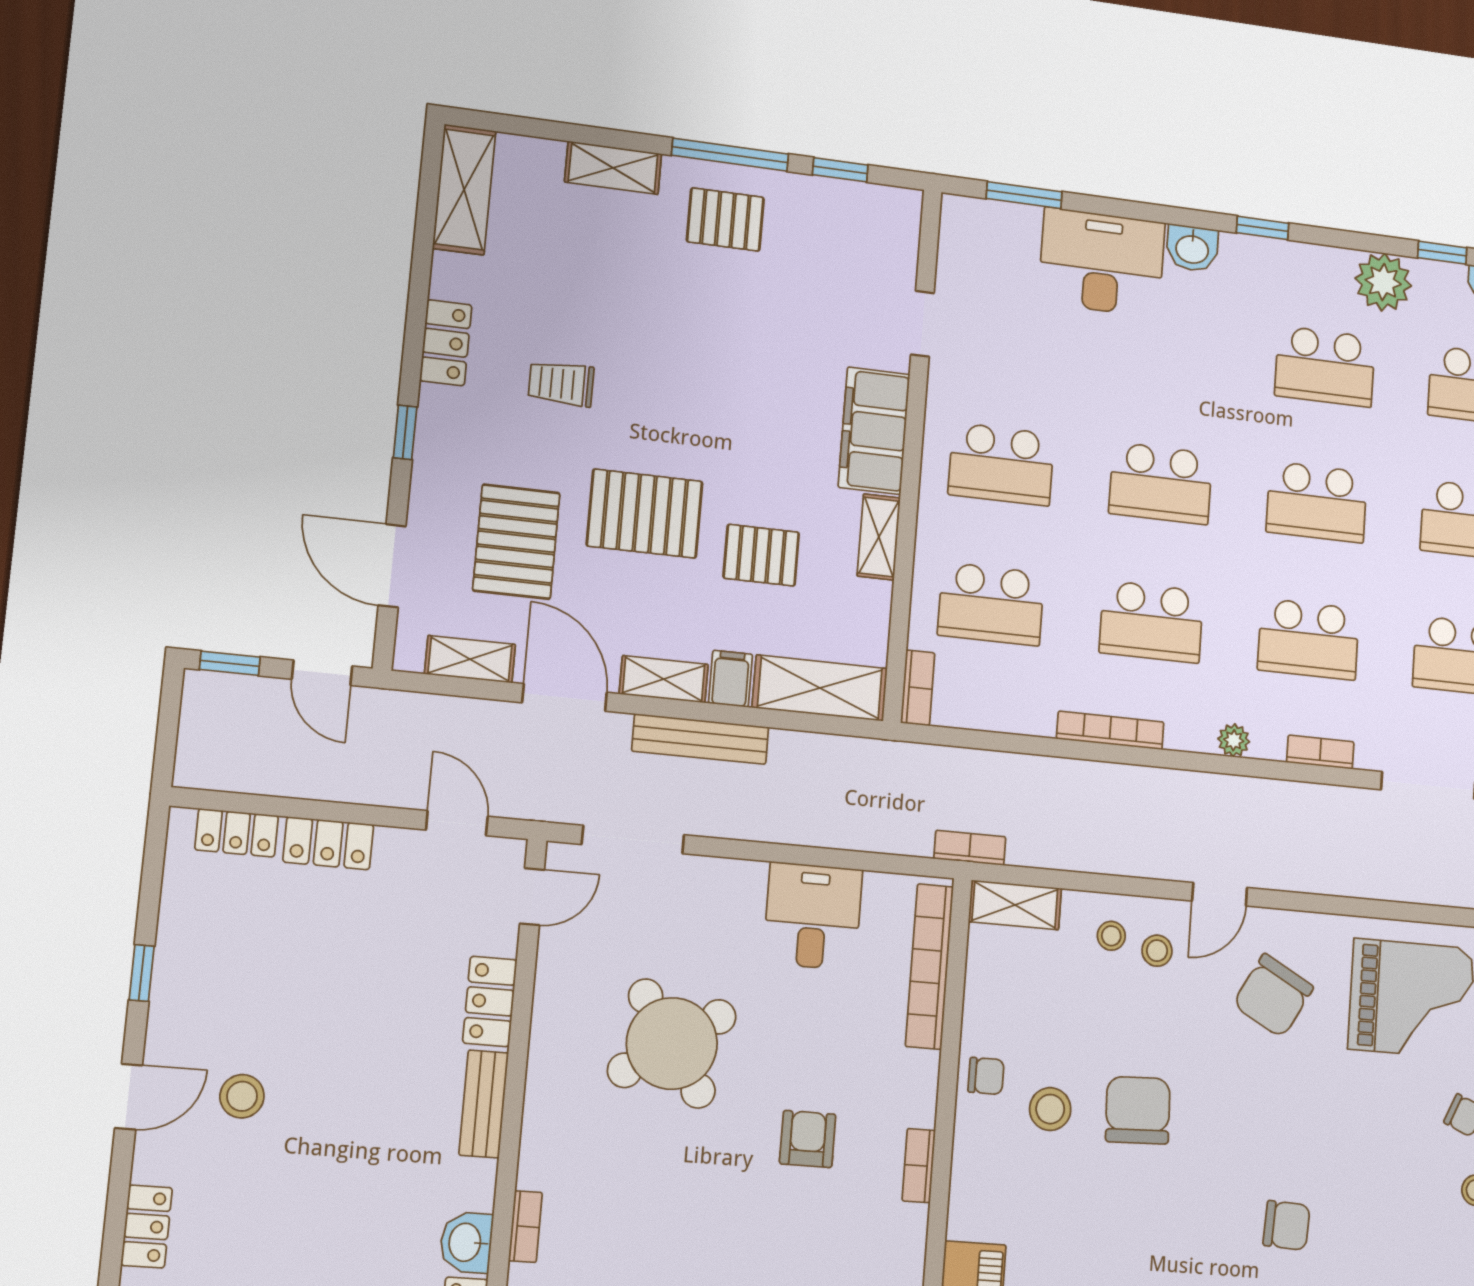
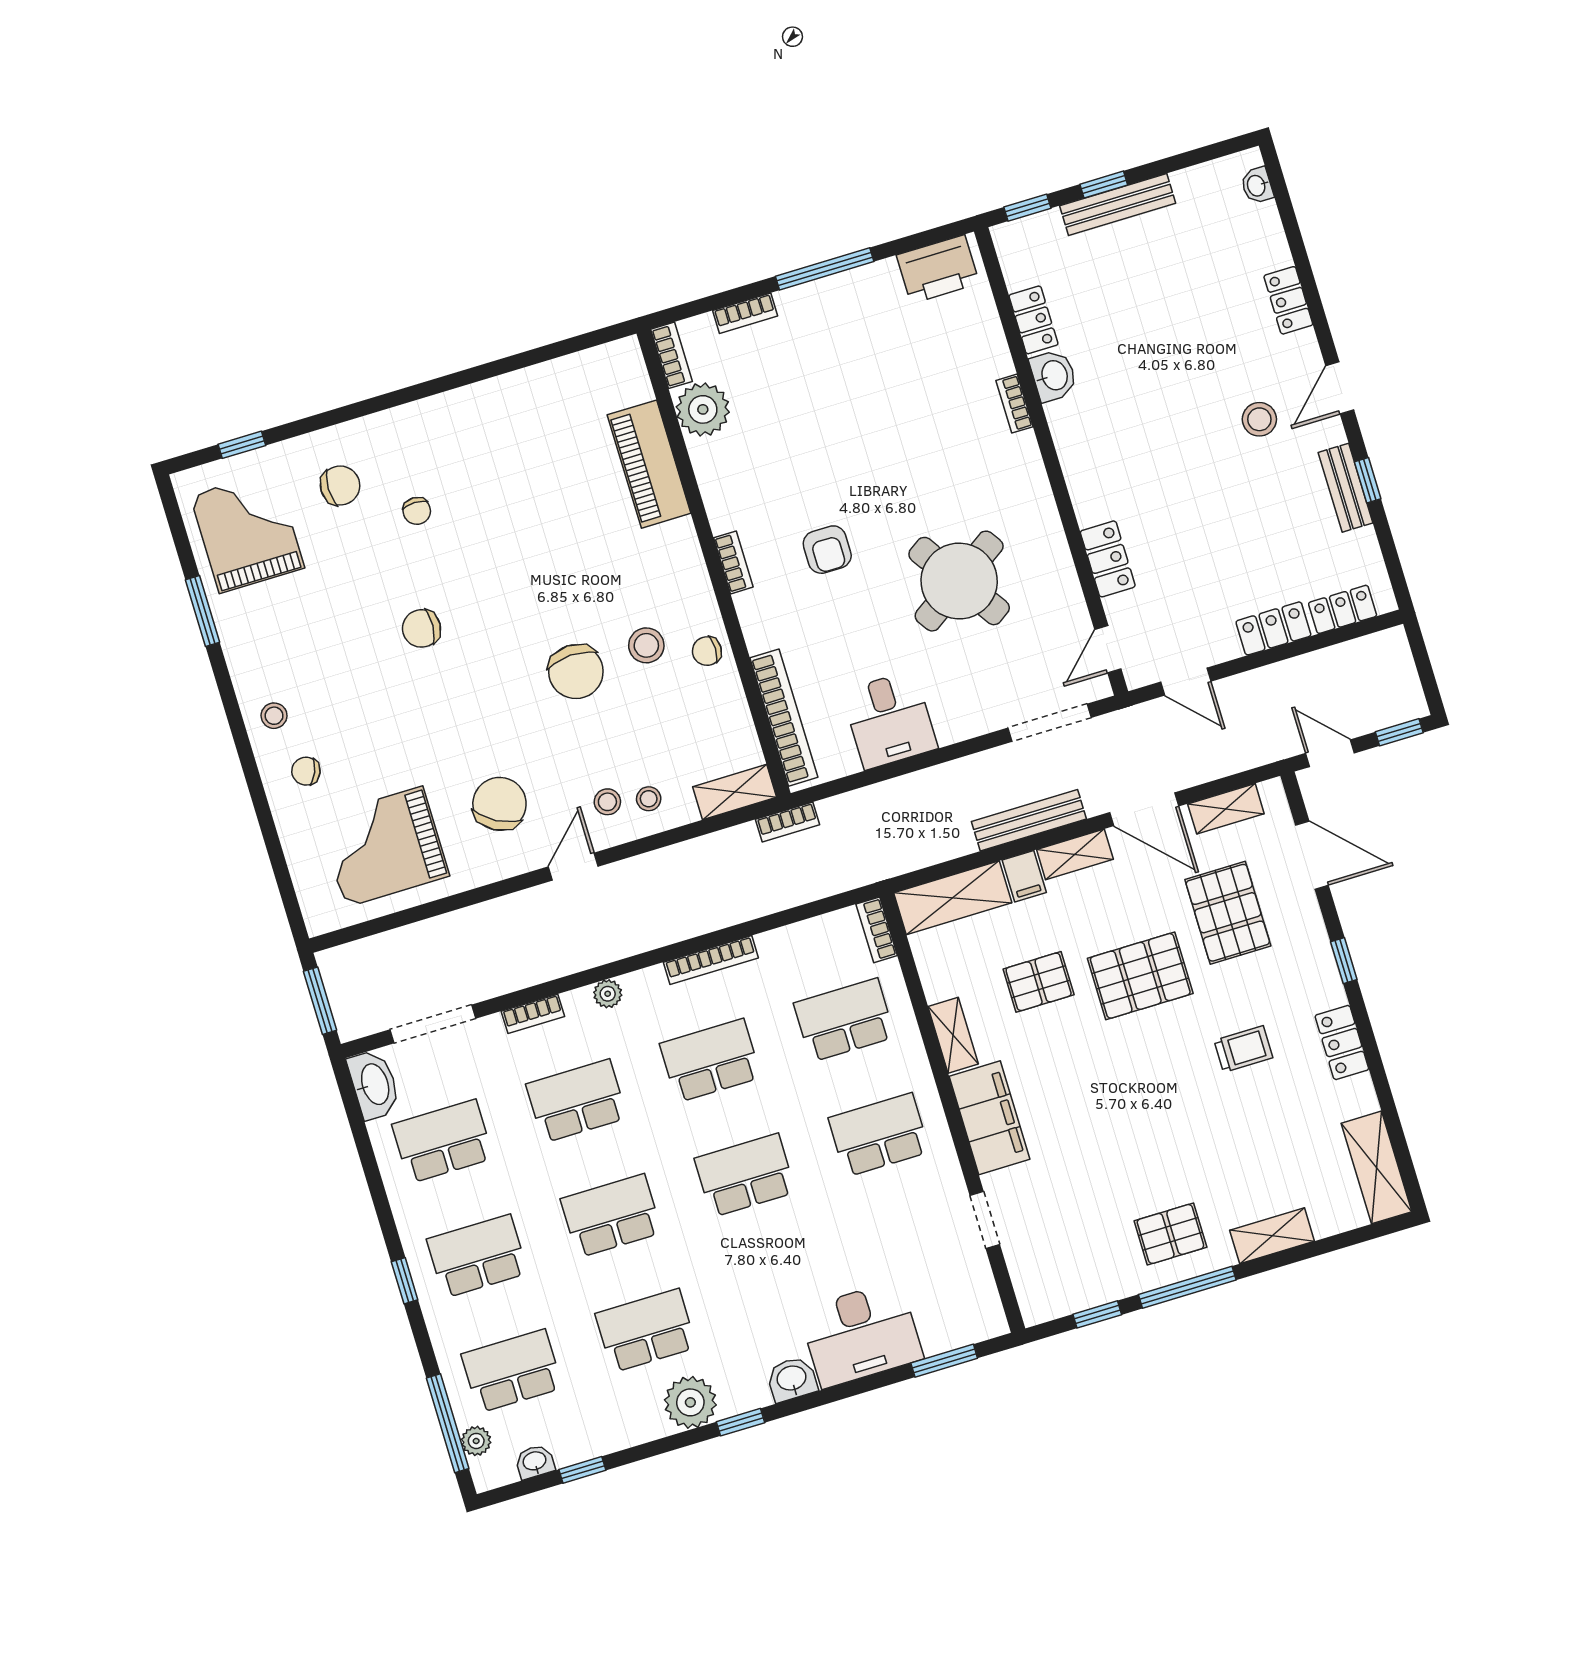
plant: (1383, 282) -> (690, 1402), moved
bench: (484, 1104) -> (1345, 488), moved

